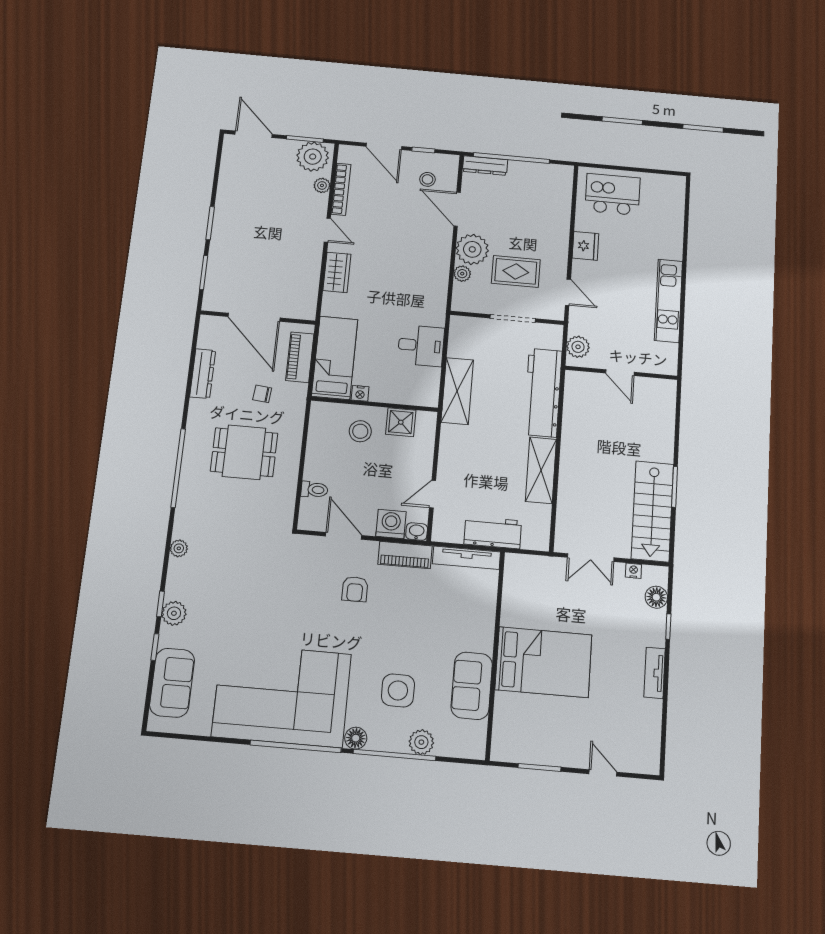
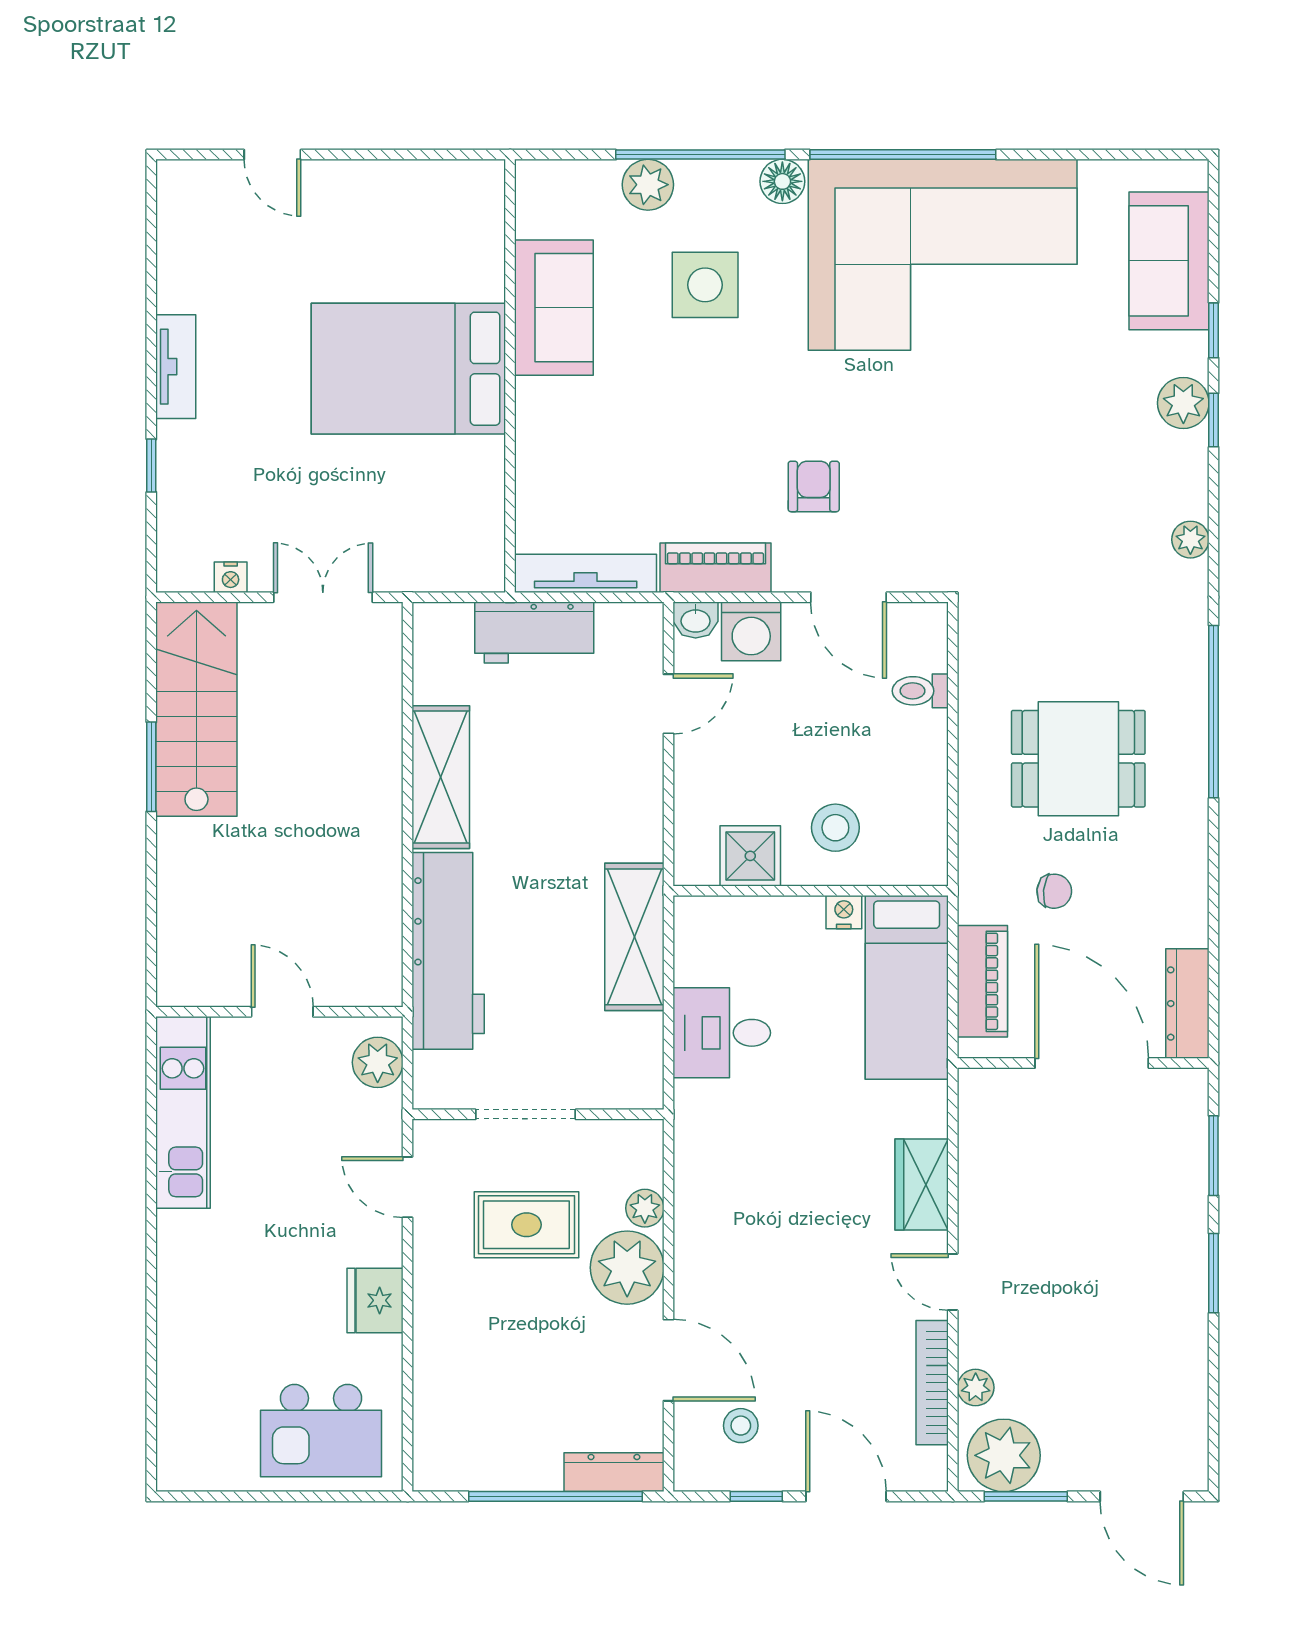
kitchen unit: (669, 301) -> (183, 1112), moved
dresser: (203, 374) -> (1187, 1004), moved
floor lamp: (656, 597) -> (179, 525), removed
window: (540, 767) -> (403, 155), removed

